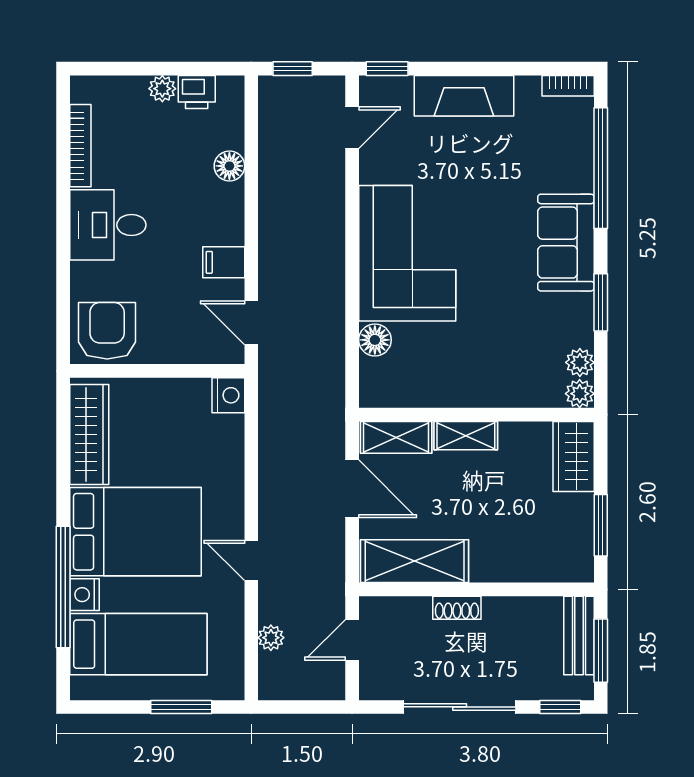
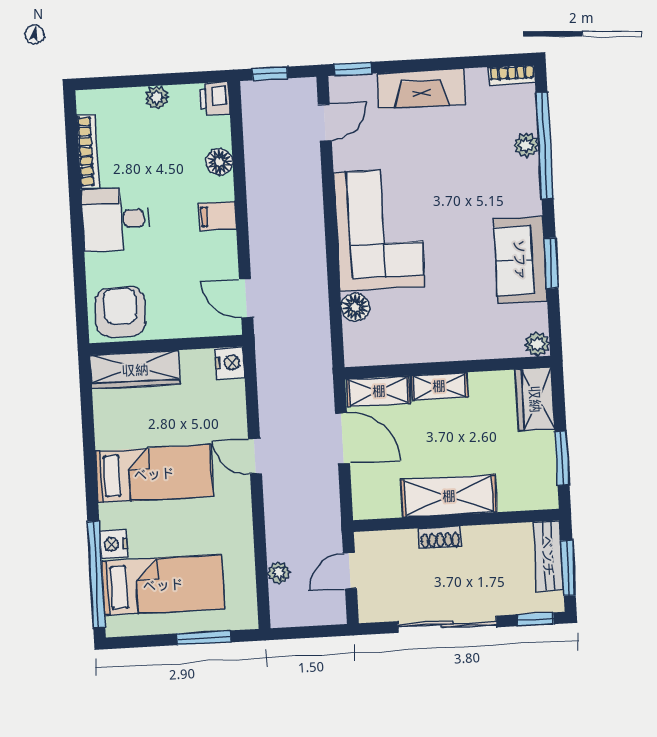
printer: (197, 92) -> (214, 99), moved, turned 90
sofa: (566, 243) -> (520, 260), moved
filing cabinet: (224, 262) -> (217, 216), moved
plant: (580, 362) -> (526, 145), moved
wardrobe: (89, 435) -> (135, 370), moved, turned 90
bed: (135, 532) -> (154, 474), width x0.67
door: (251, 560) -> (255, 456), moved
shelving: (415, 561) -> (449, 496), moved
window: (63, 587) -> (96, 575), moved

